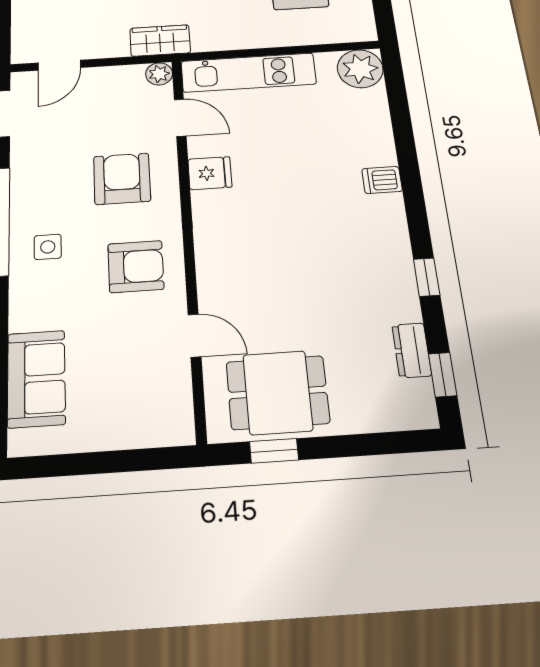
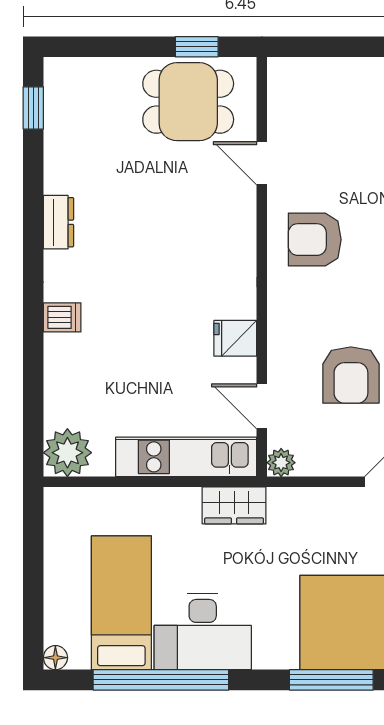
wardrobe: (160, 41) -> (234, 505), moved
armchair: (122, 179) -> (351, 375), moved
window: (427, 277) -> (33, 208), removed
dresser: (412, 350) -> (58, 222), moved

